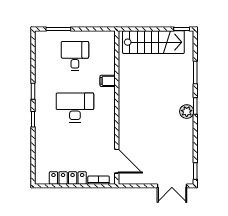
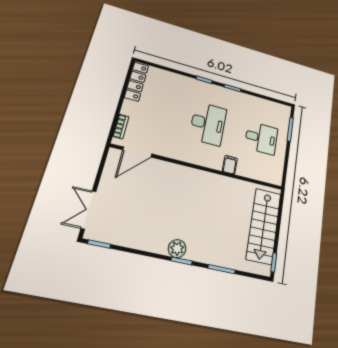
locker: (68, 178) -> (136, 81), moved

